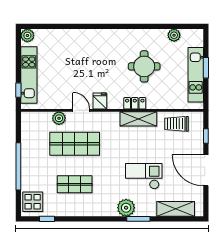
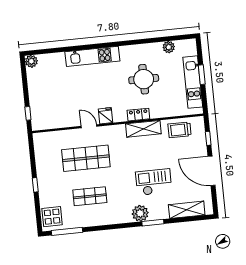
kitchen unit: (29, 75) -> (92, 56), moved, turned 90
plant: (59, 118) -> (69, 136), removed
window: (18, 166) -> (35, 185), width x0.32
window: (47, 219) -> (67, 231), width x2.17

